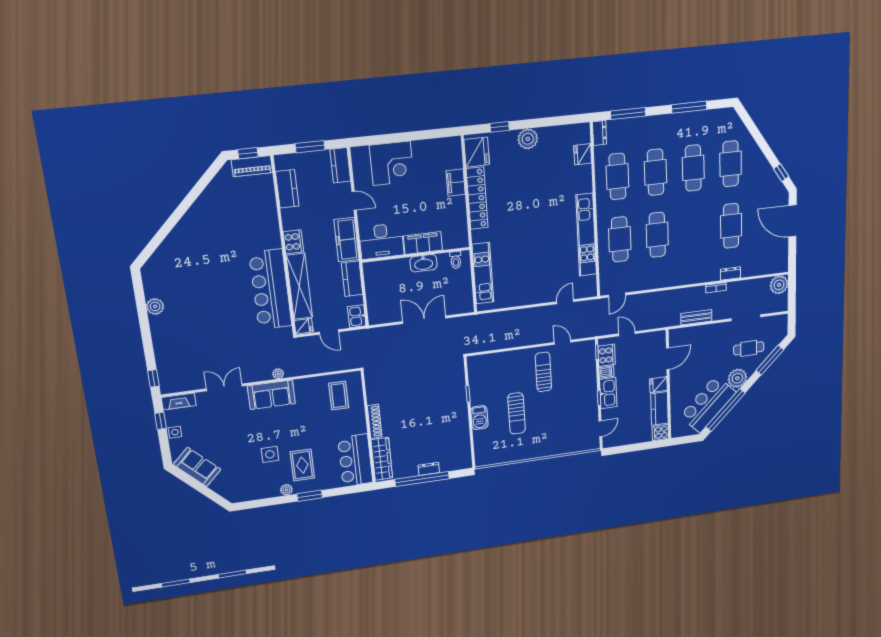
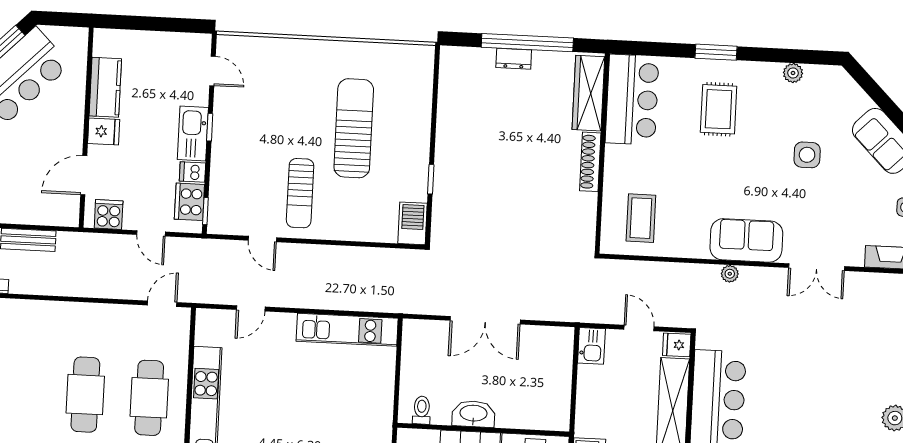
kitchen unit: (483, 273) -> (347, 330), moved, turned -90
kitchen counter: (352, 279) -> (589, 409), removed
sun lounger: (517, 413) -> (354, 128), width x1.36, depth x1.34
barbecue: (479, 418) -> (413, 223), moved
door: (600, 429) -> (213, 71), swing flipped
cooker: (660, 432) -> (109, 214), moved, turned -90
side table: (270, 454) -> (807, 155), moved
plant: (286, 490) -> (793, 73), moved

